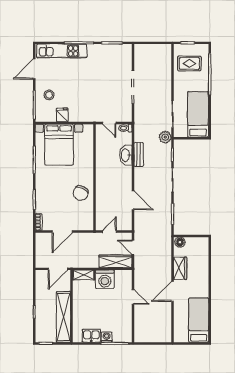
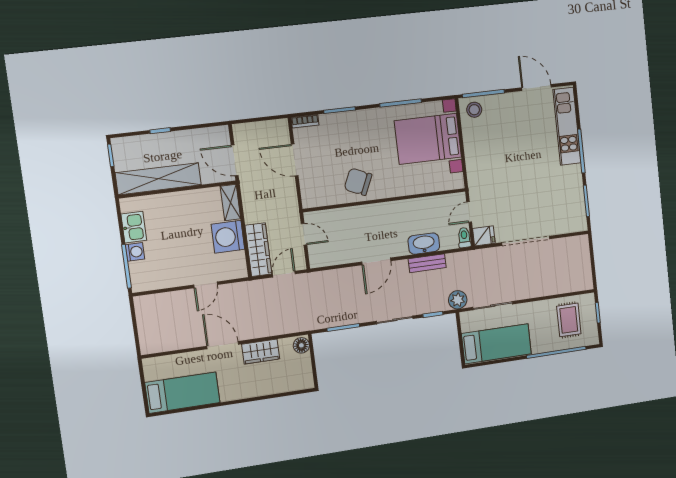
stool: (49, 95) -> (474, 110), moved
fridge: (62, 115) -> (484, 236), moved
door: (133, 200) -> (376, 261), moved

